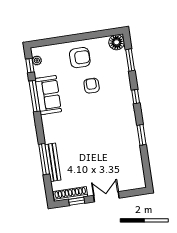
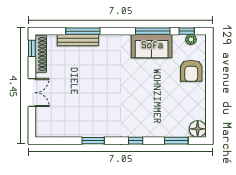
armchair: (80, 58) -> (191, 71), moved
armchair: (92, 86) -> (155, 95), removed
window: (77, 201) -> (32, 48), moved

